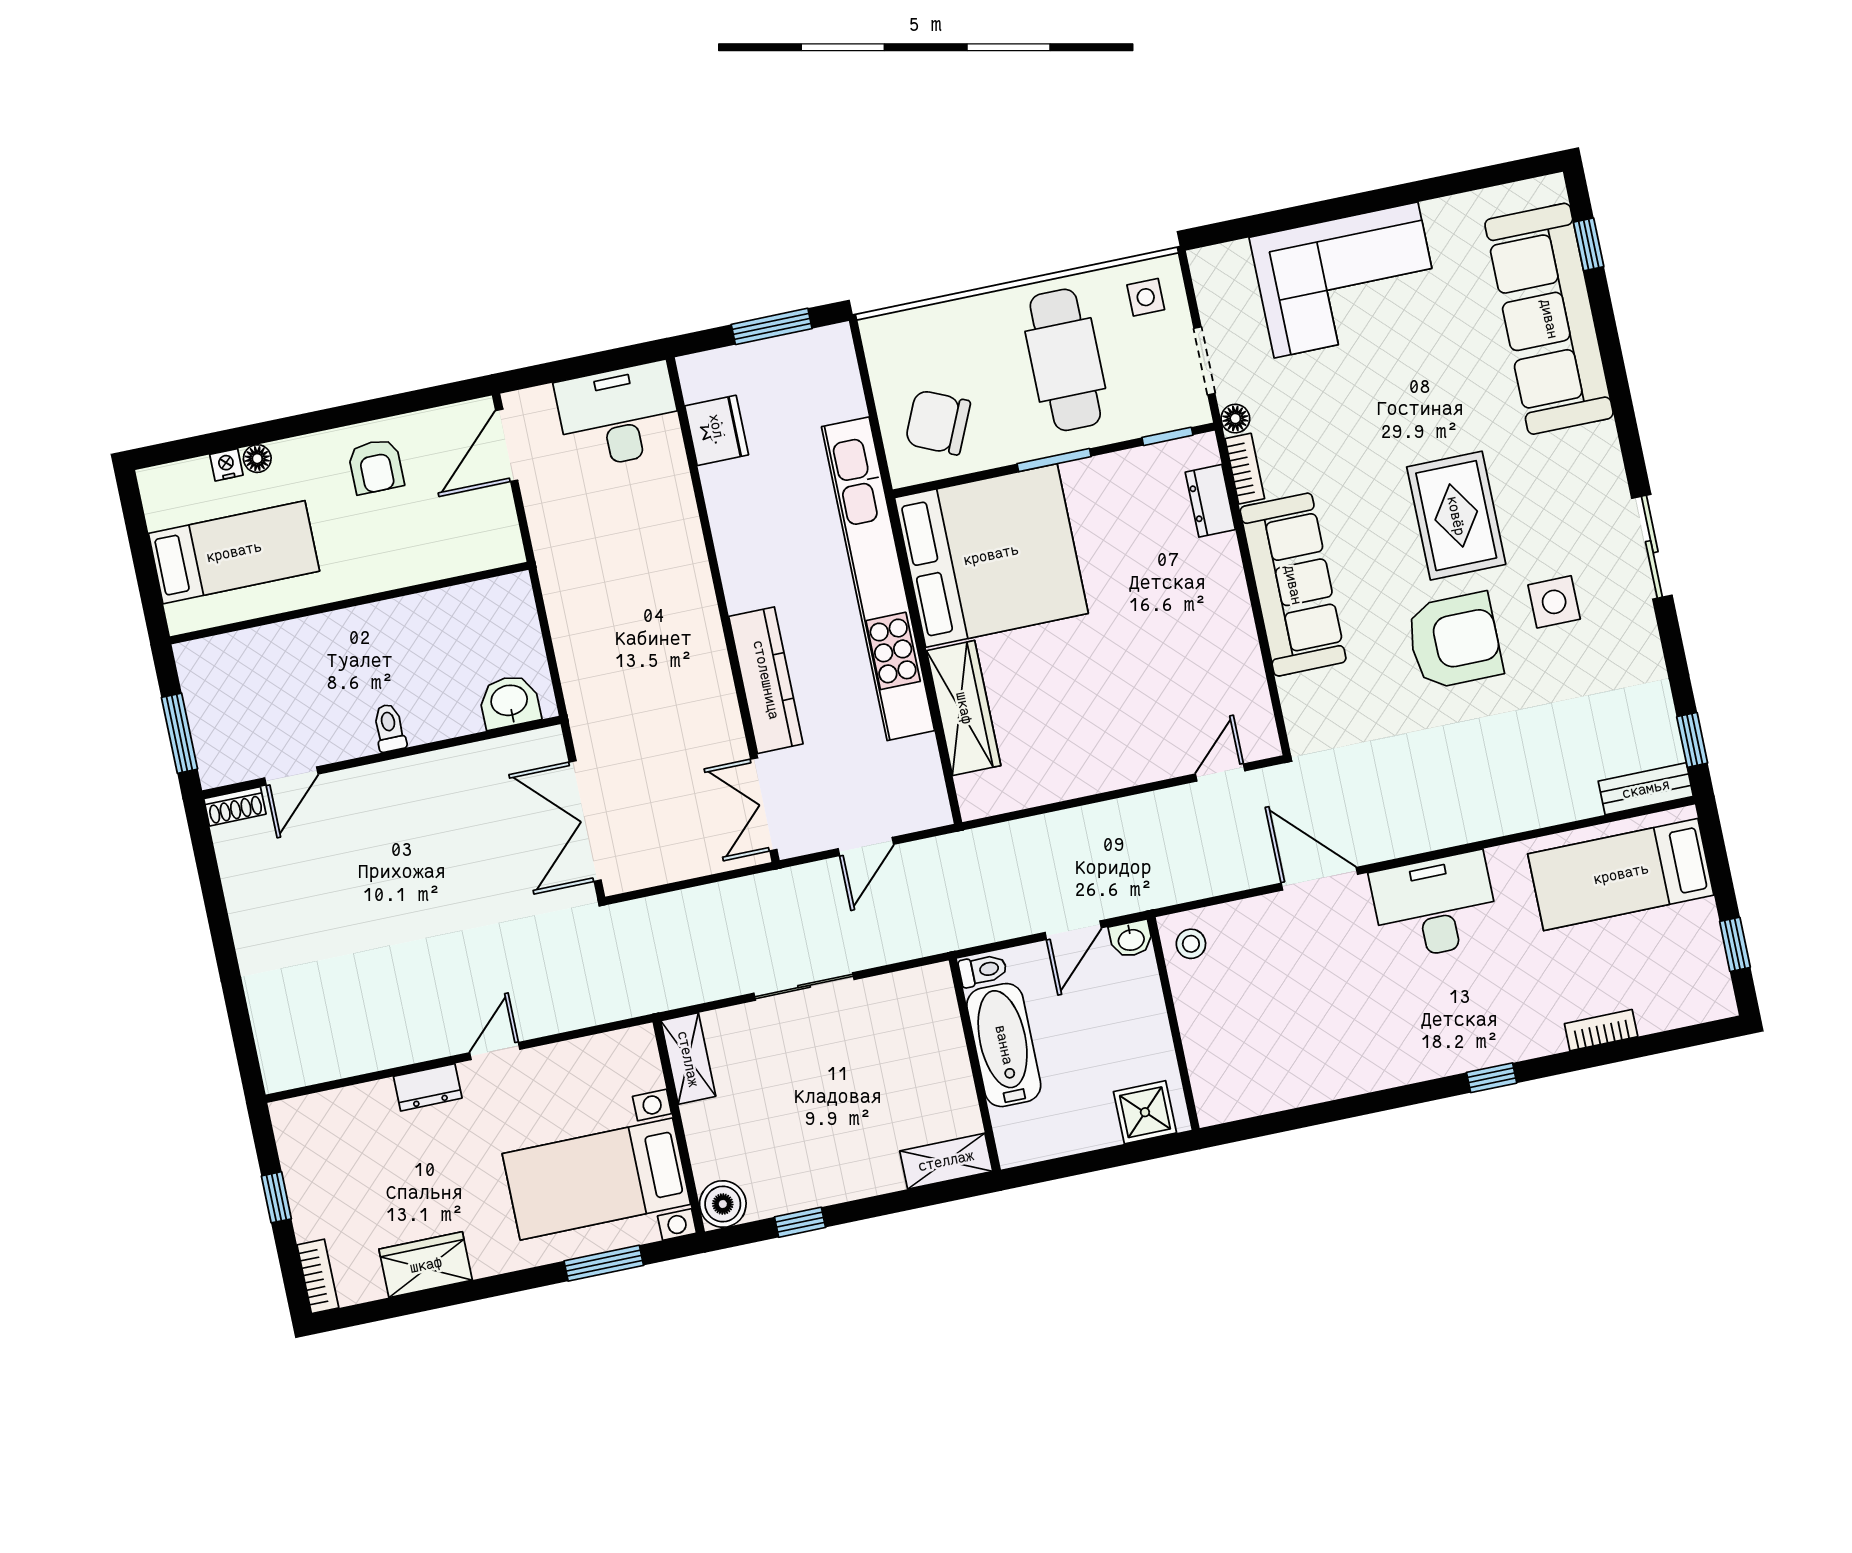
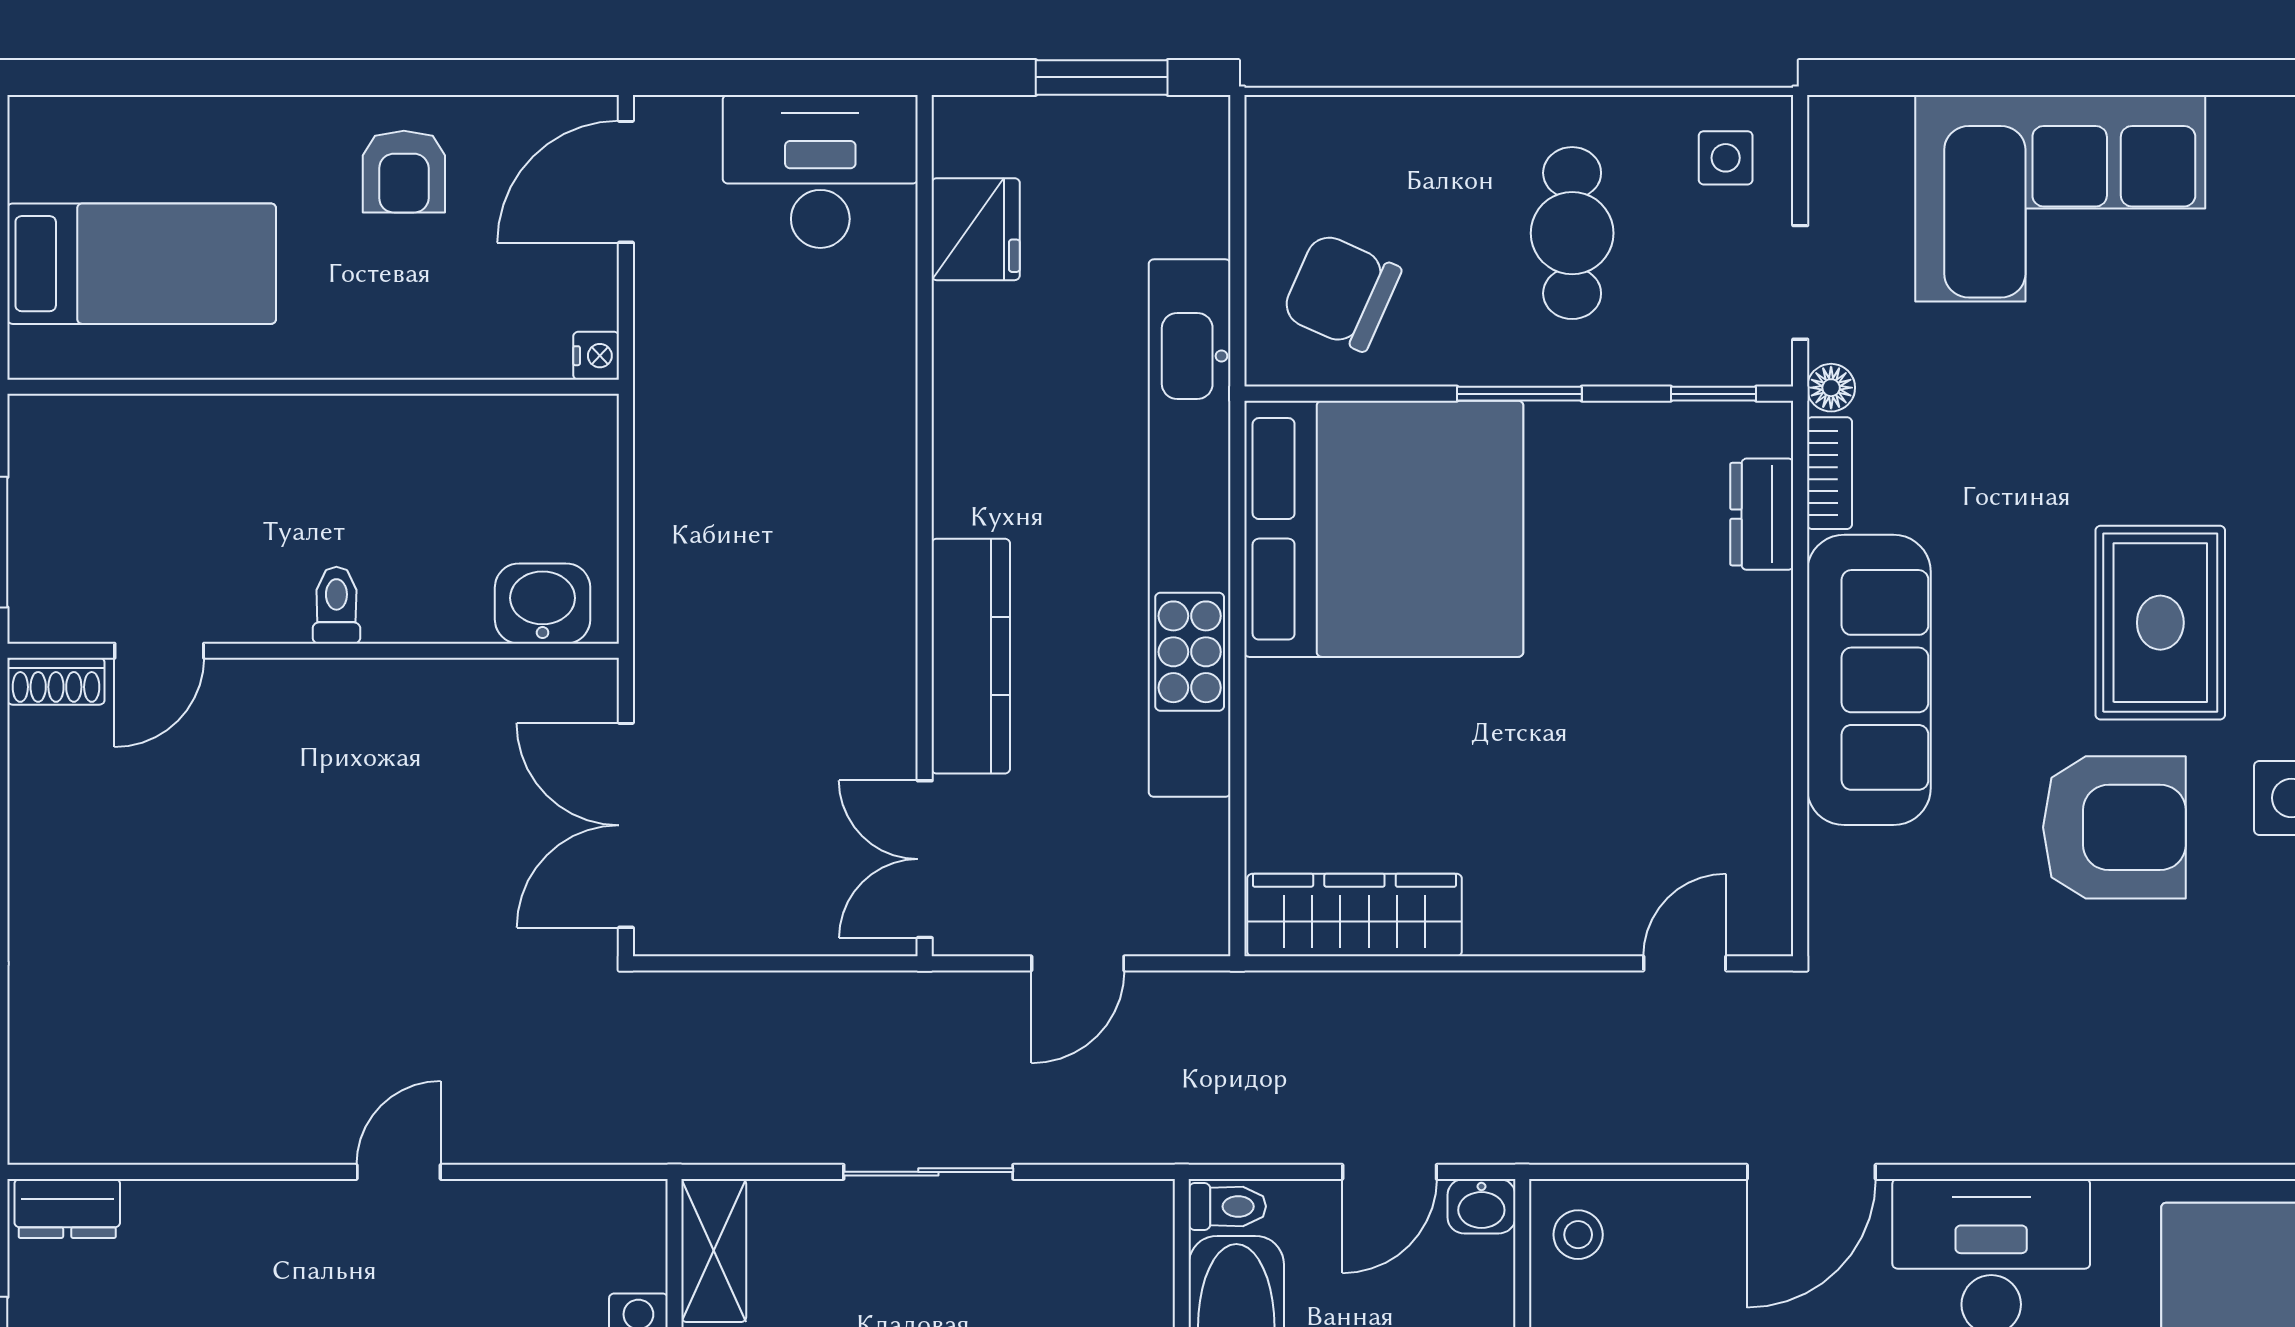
cafe table: (1065, 360) -> (1572, 233), width x0.73, depth x0.74
floor lamp: (257, 459) -> (212, 118), removed
nightstand: (226, 465) -> (596, 356), moved, turned 90
wardrobe: (964, 708) -> (1354, 915), moved, turned -90
door: (1319, 879) -> (1811, 1172), swing flipped
dresser: (428, 1087) -> (67, 1208), moved

